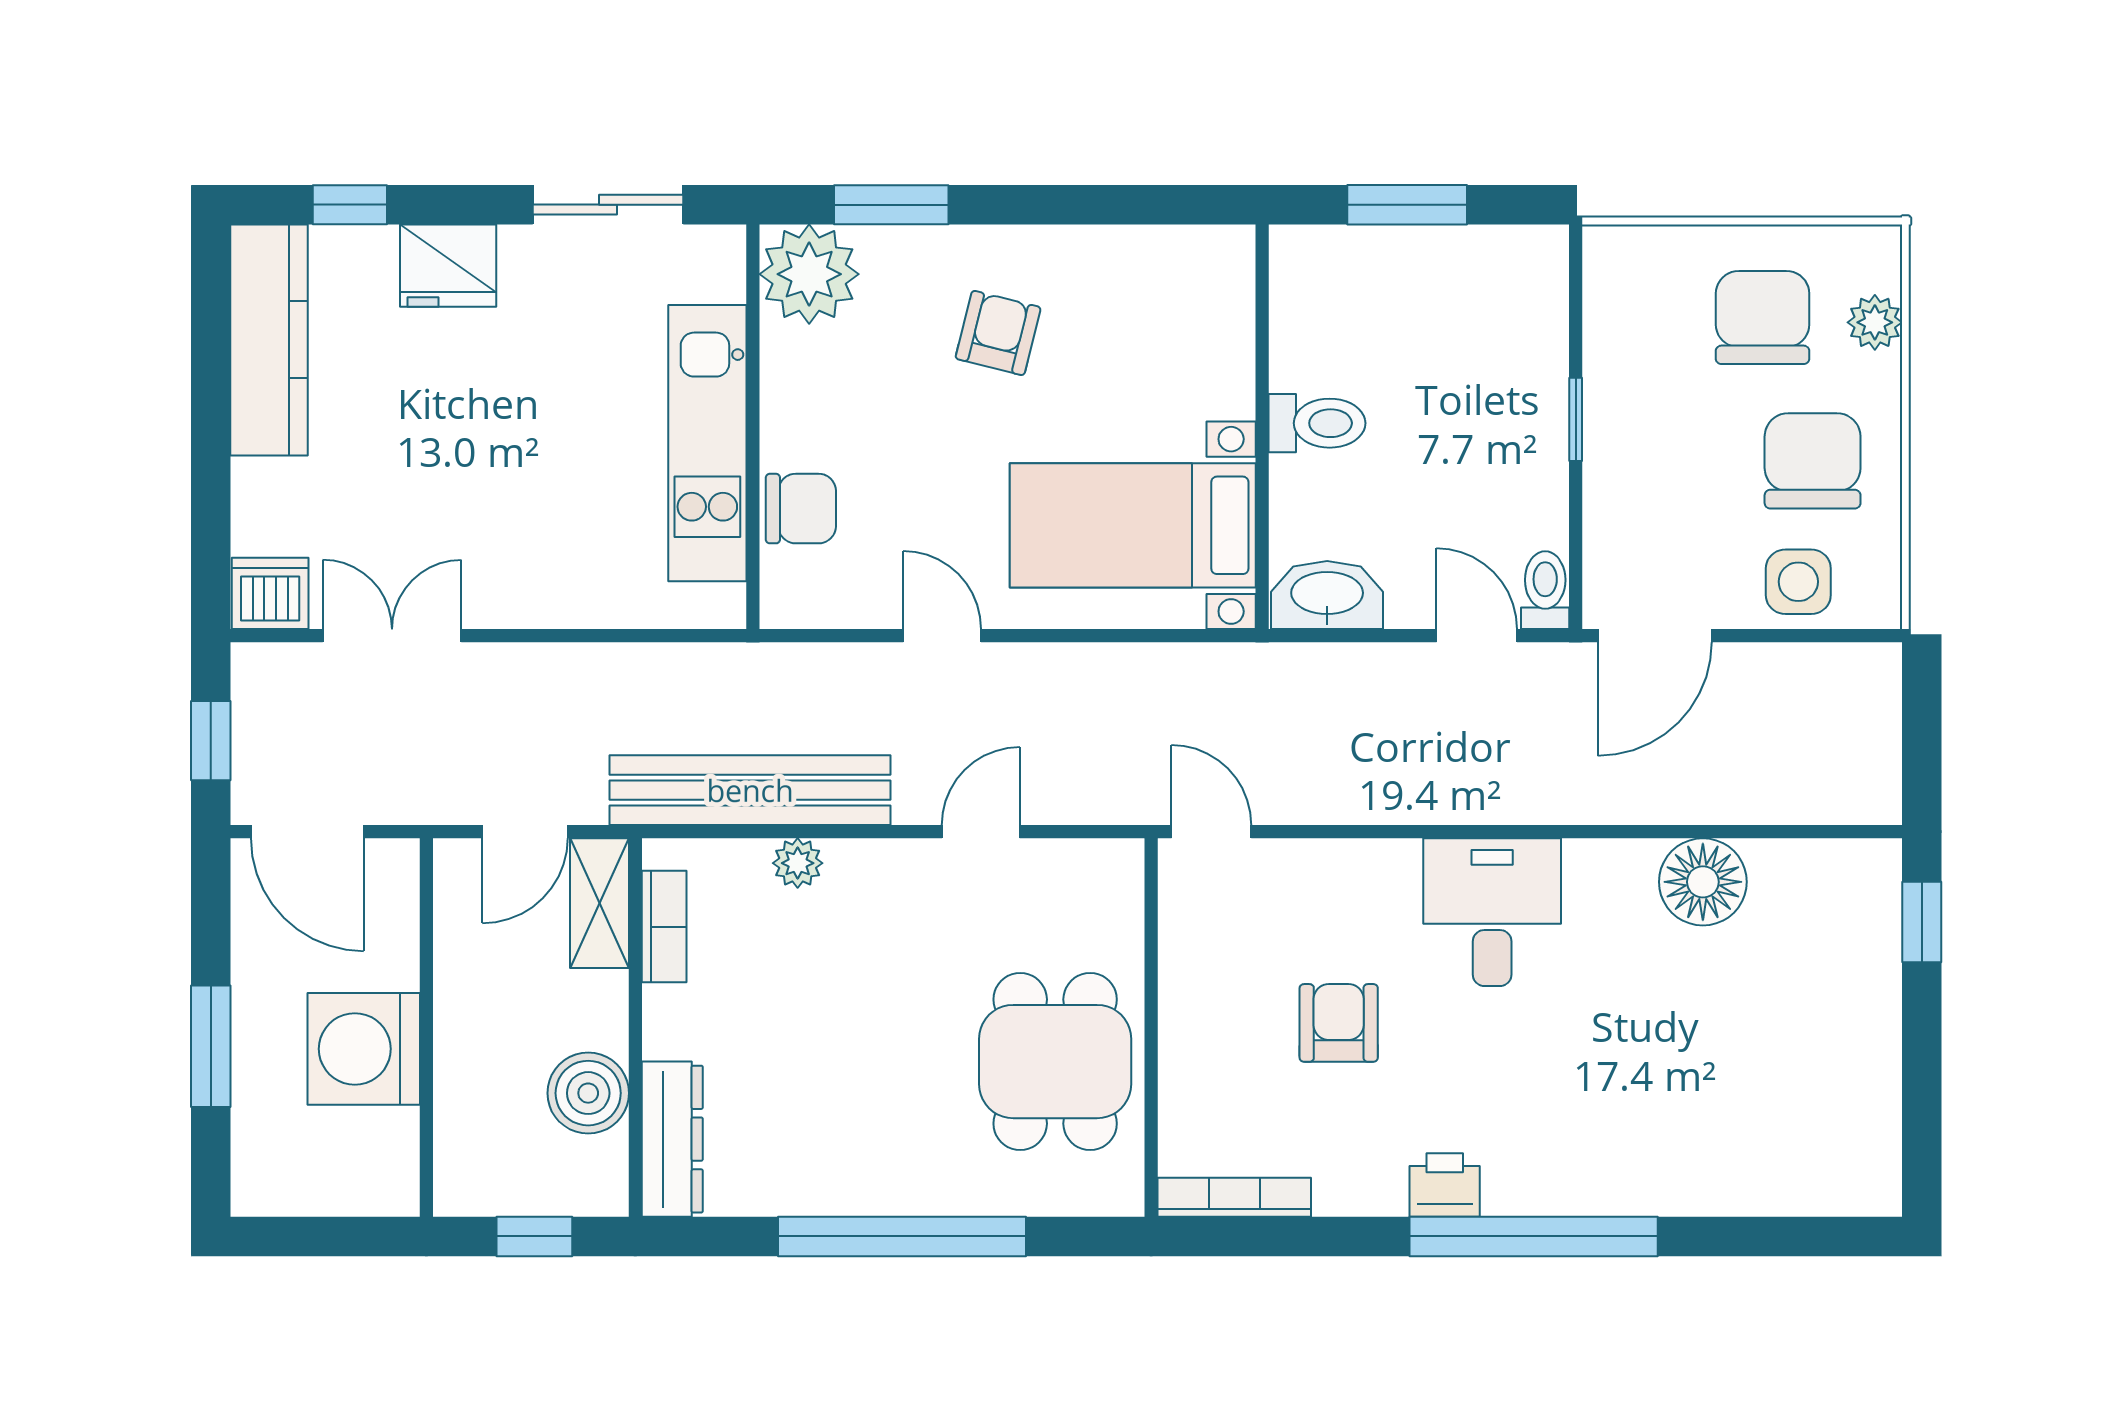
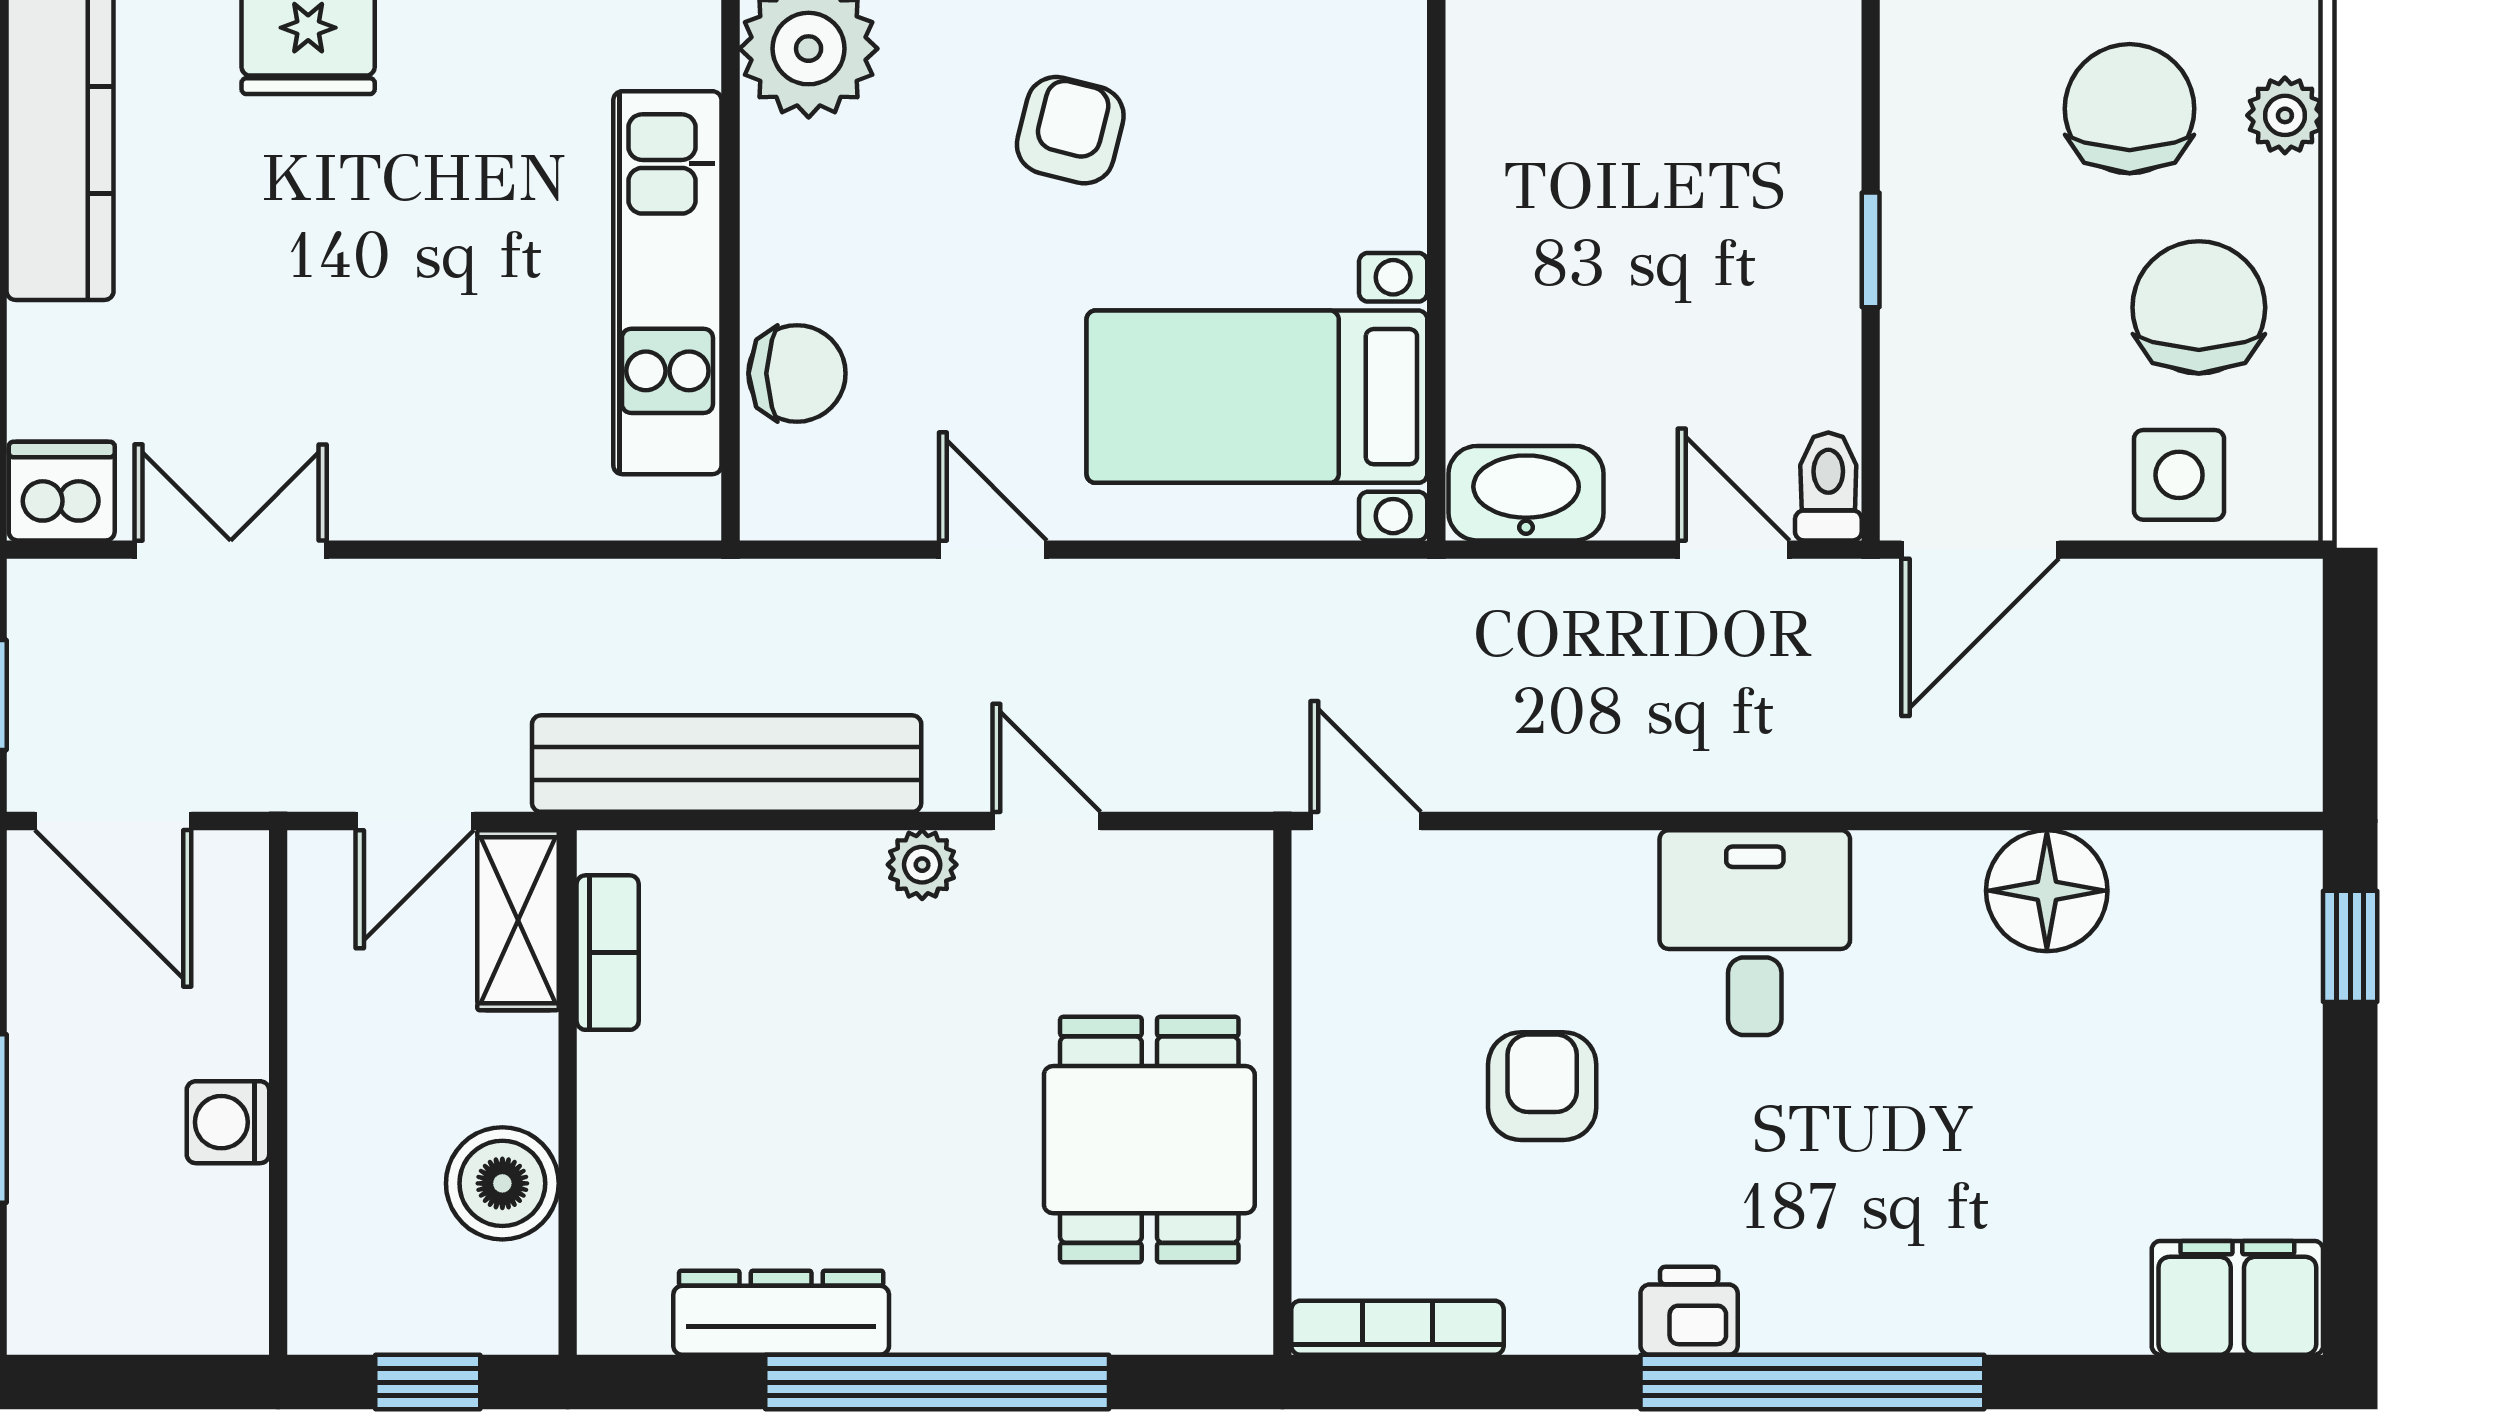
toilet: (1317, 423) -> (1512, 255), removed
door: (981, 832) -> (1046, 821), hinge flipped
plant: (798, 863) -> (922, 865), moved
washing machine: (364, 1049) -> (228, 1122), width x0.53, depth x0.53
dresser: (672, 1139) -> (781, 1313), moved, turned -90
filing cabinet: (1840, 1176) -> (2237, 1298), added

